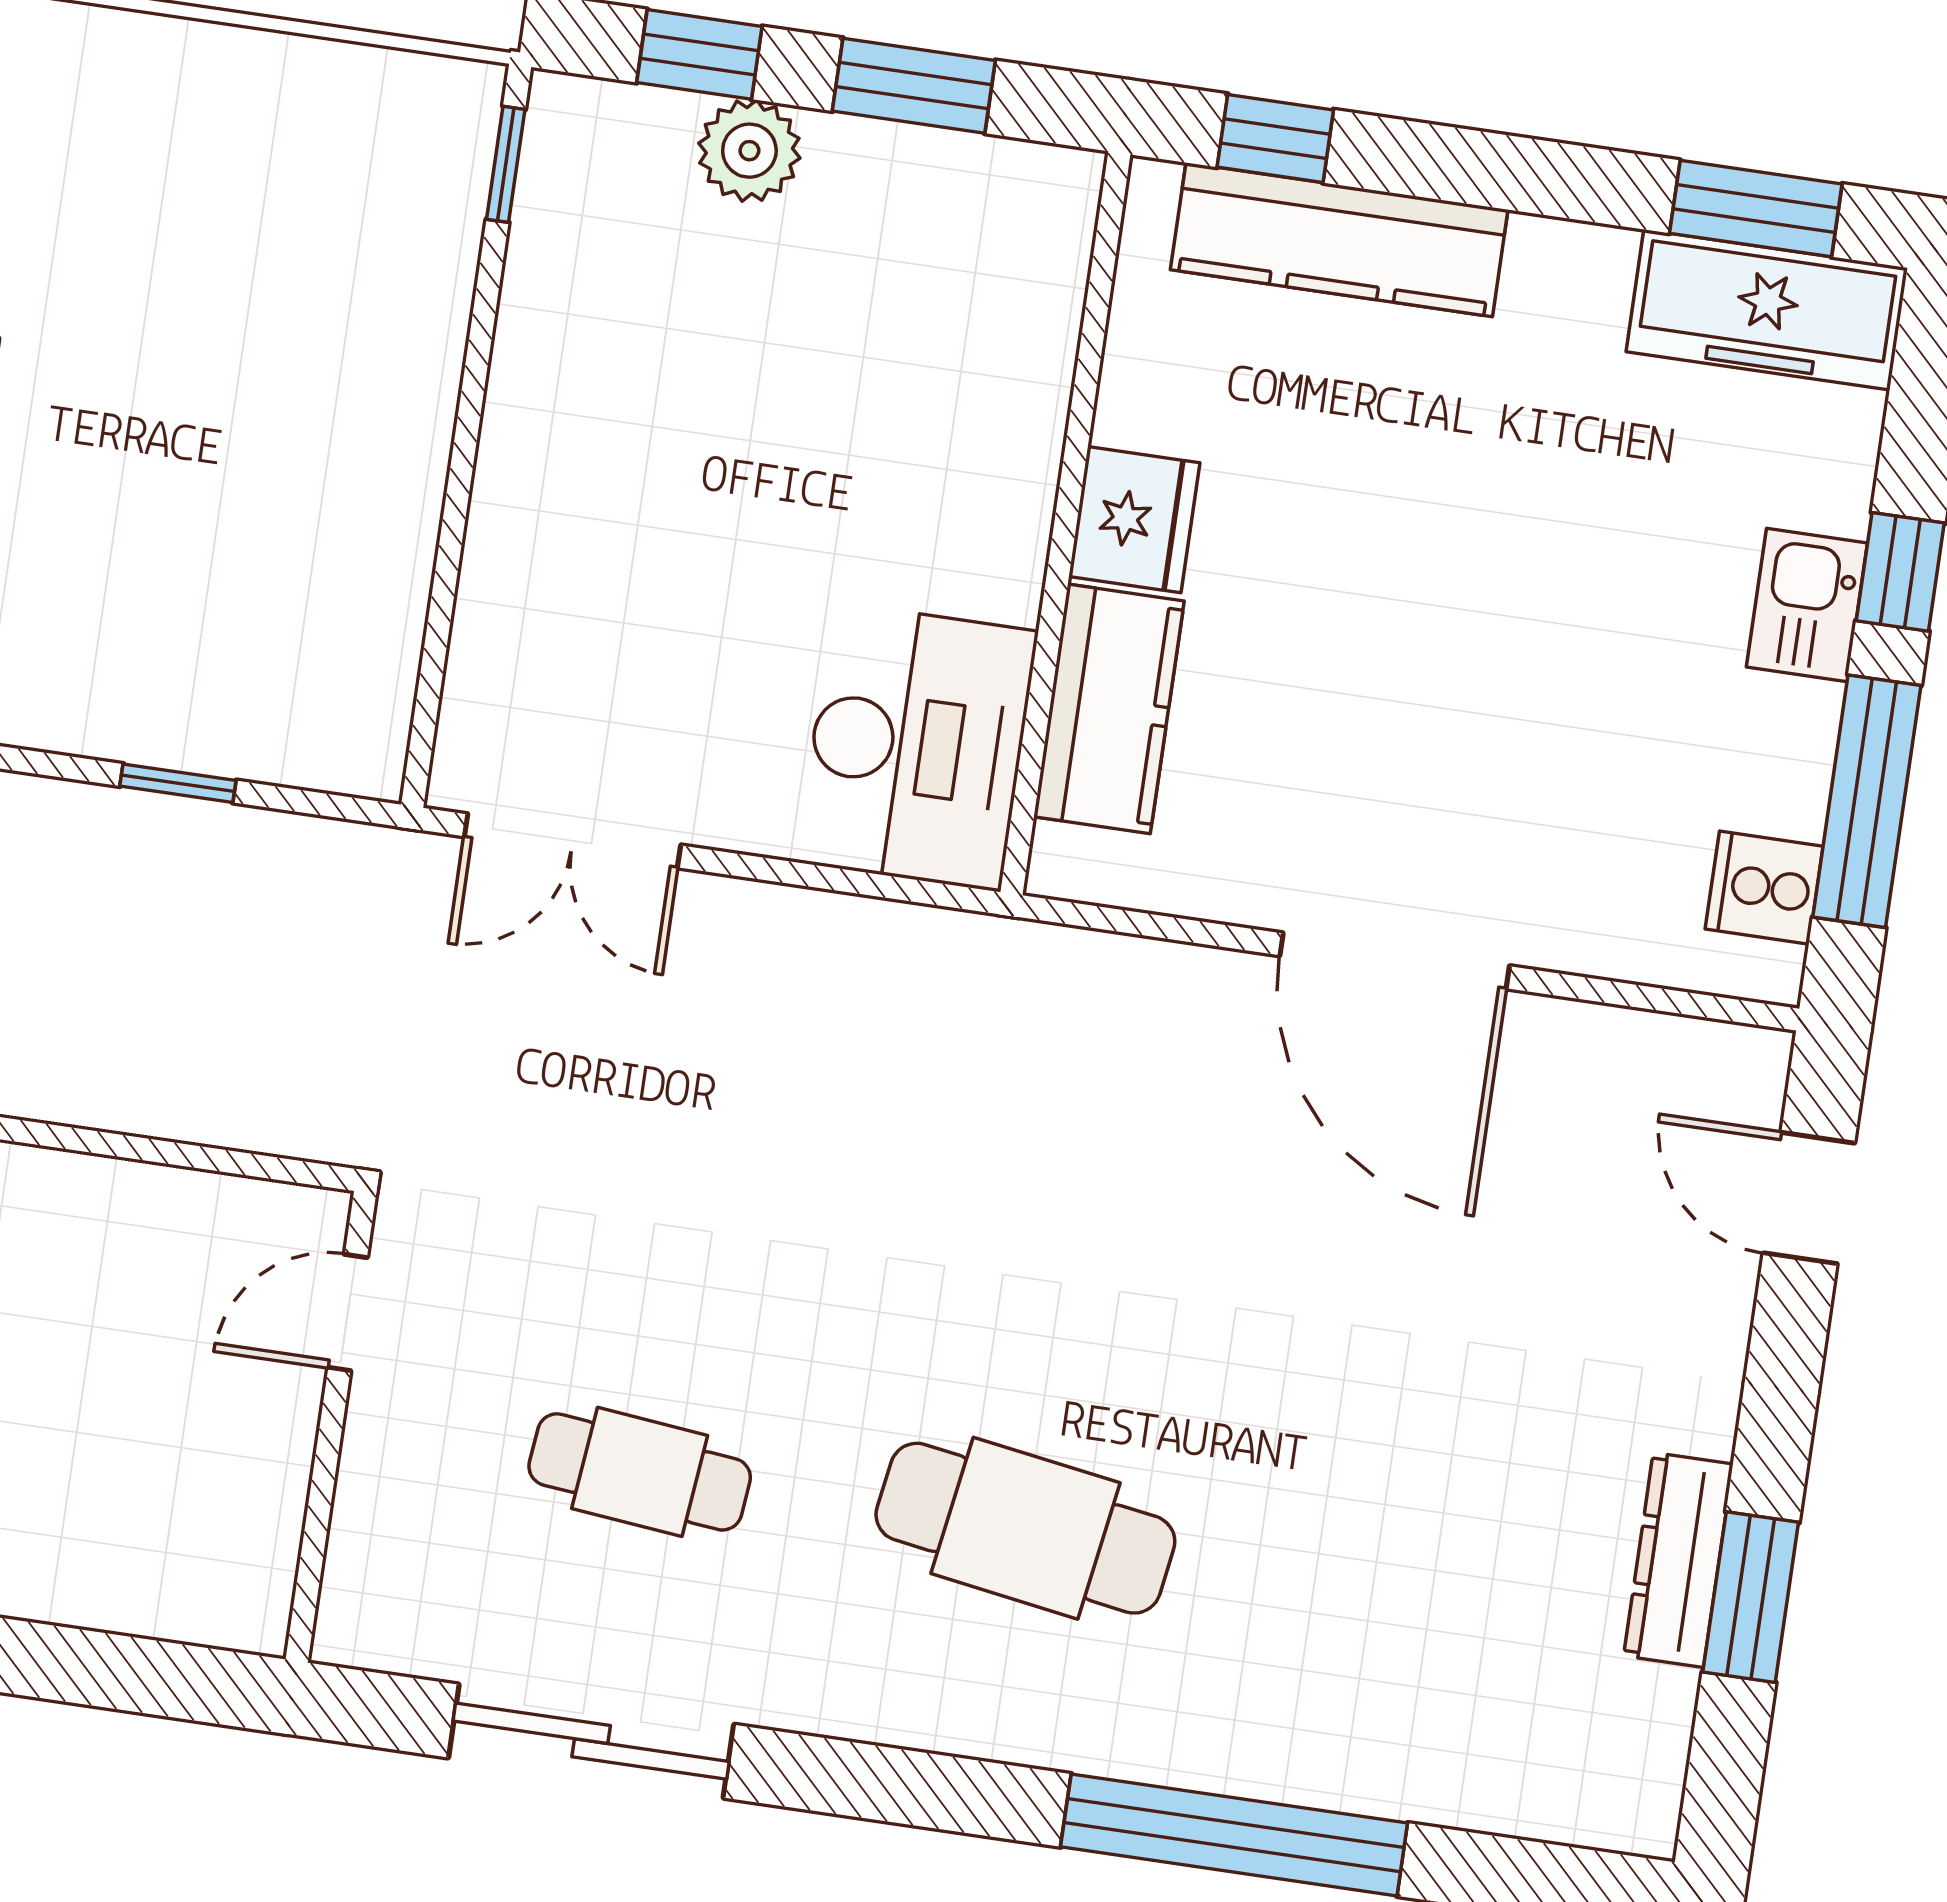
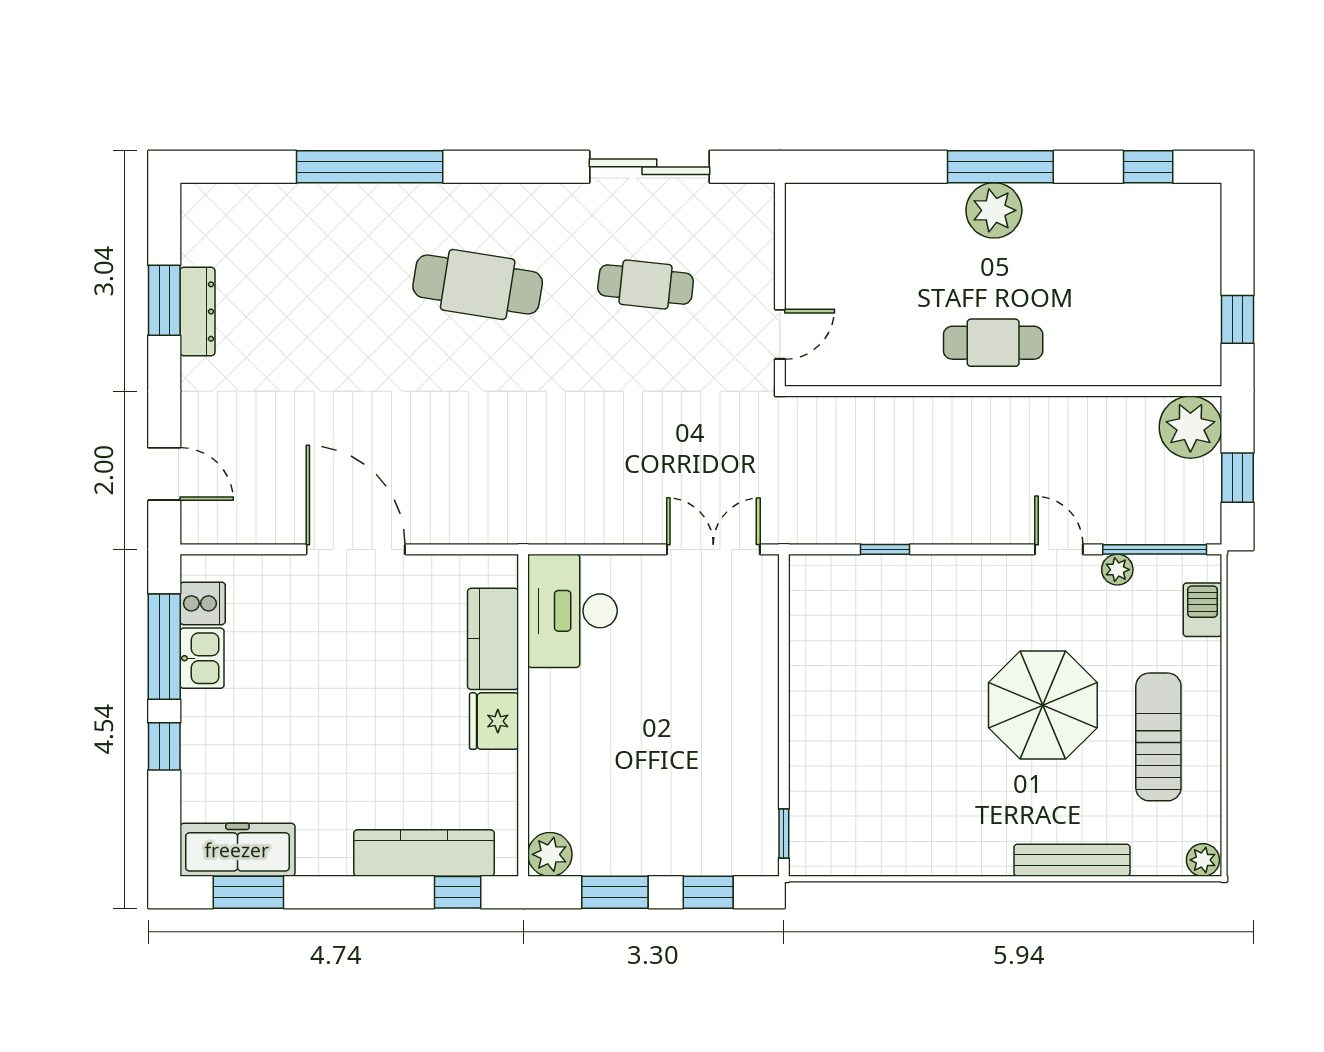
plant: (749, 151) -> (550, 854), moved
kitchen sink: (1807, 605) -> (202, 658), moved

